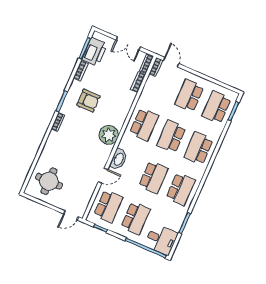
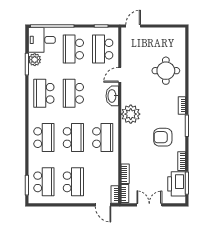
school desk: (144, 124) -> (103, 138), turned 180
round table: (49, 181) -> (166, 71), moved
plant: (176, 224) -> (35, 60), added

